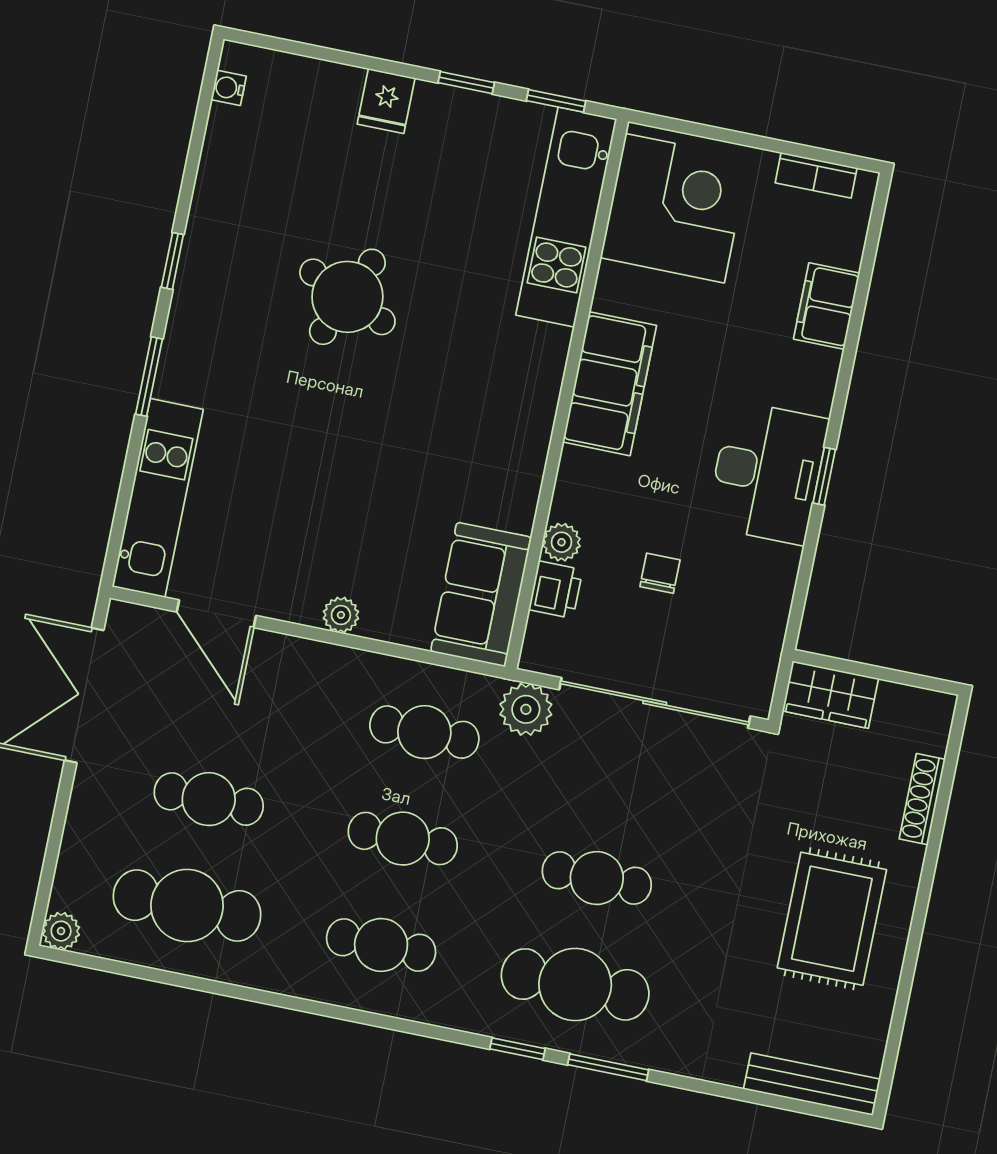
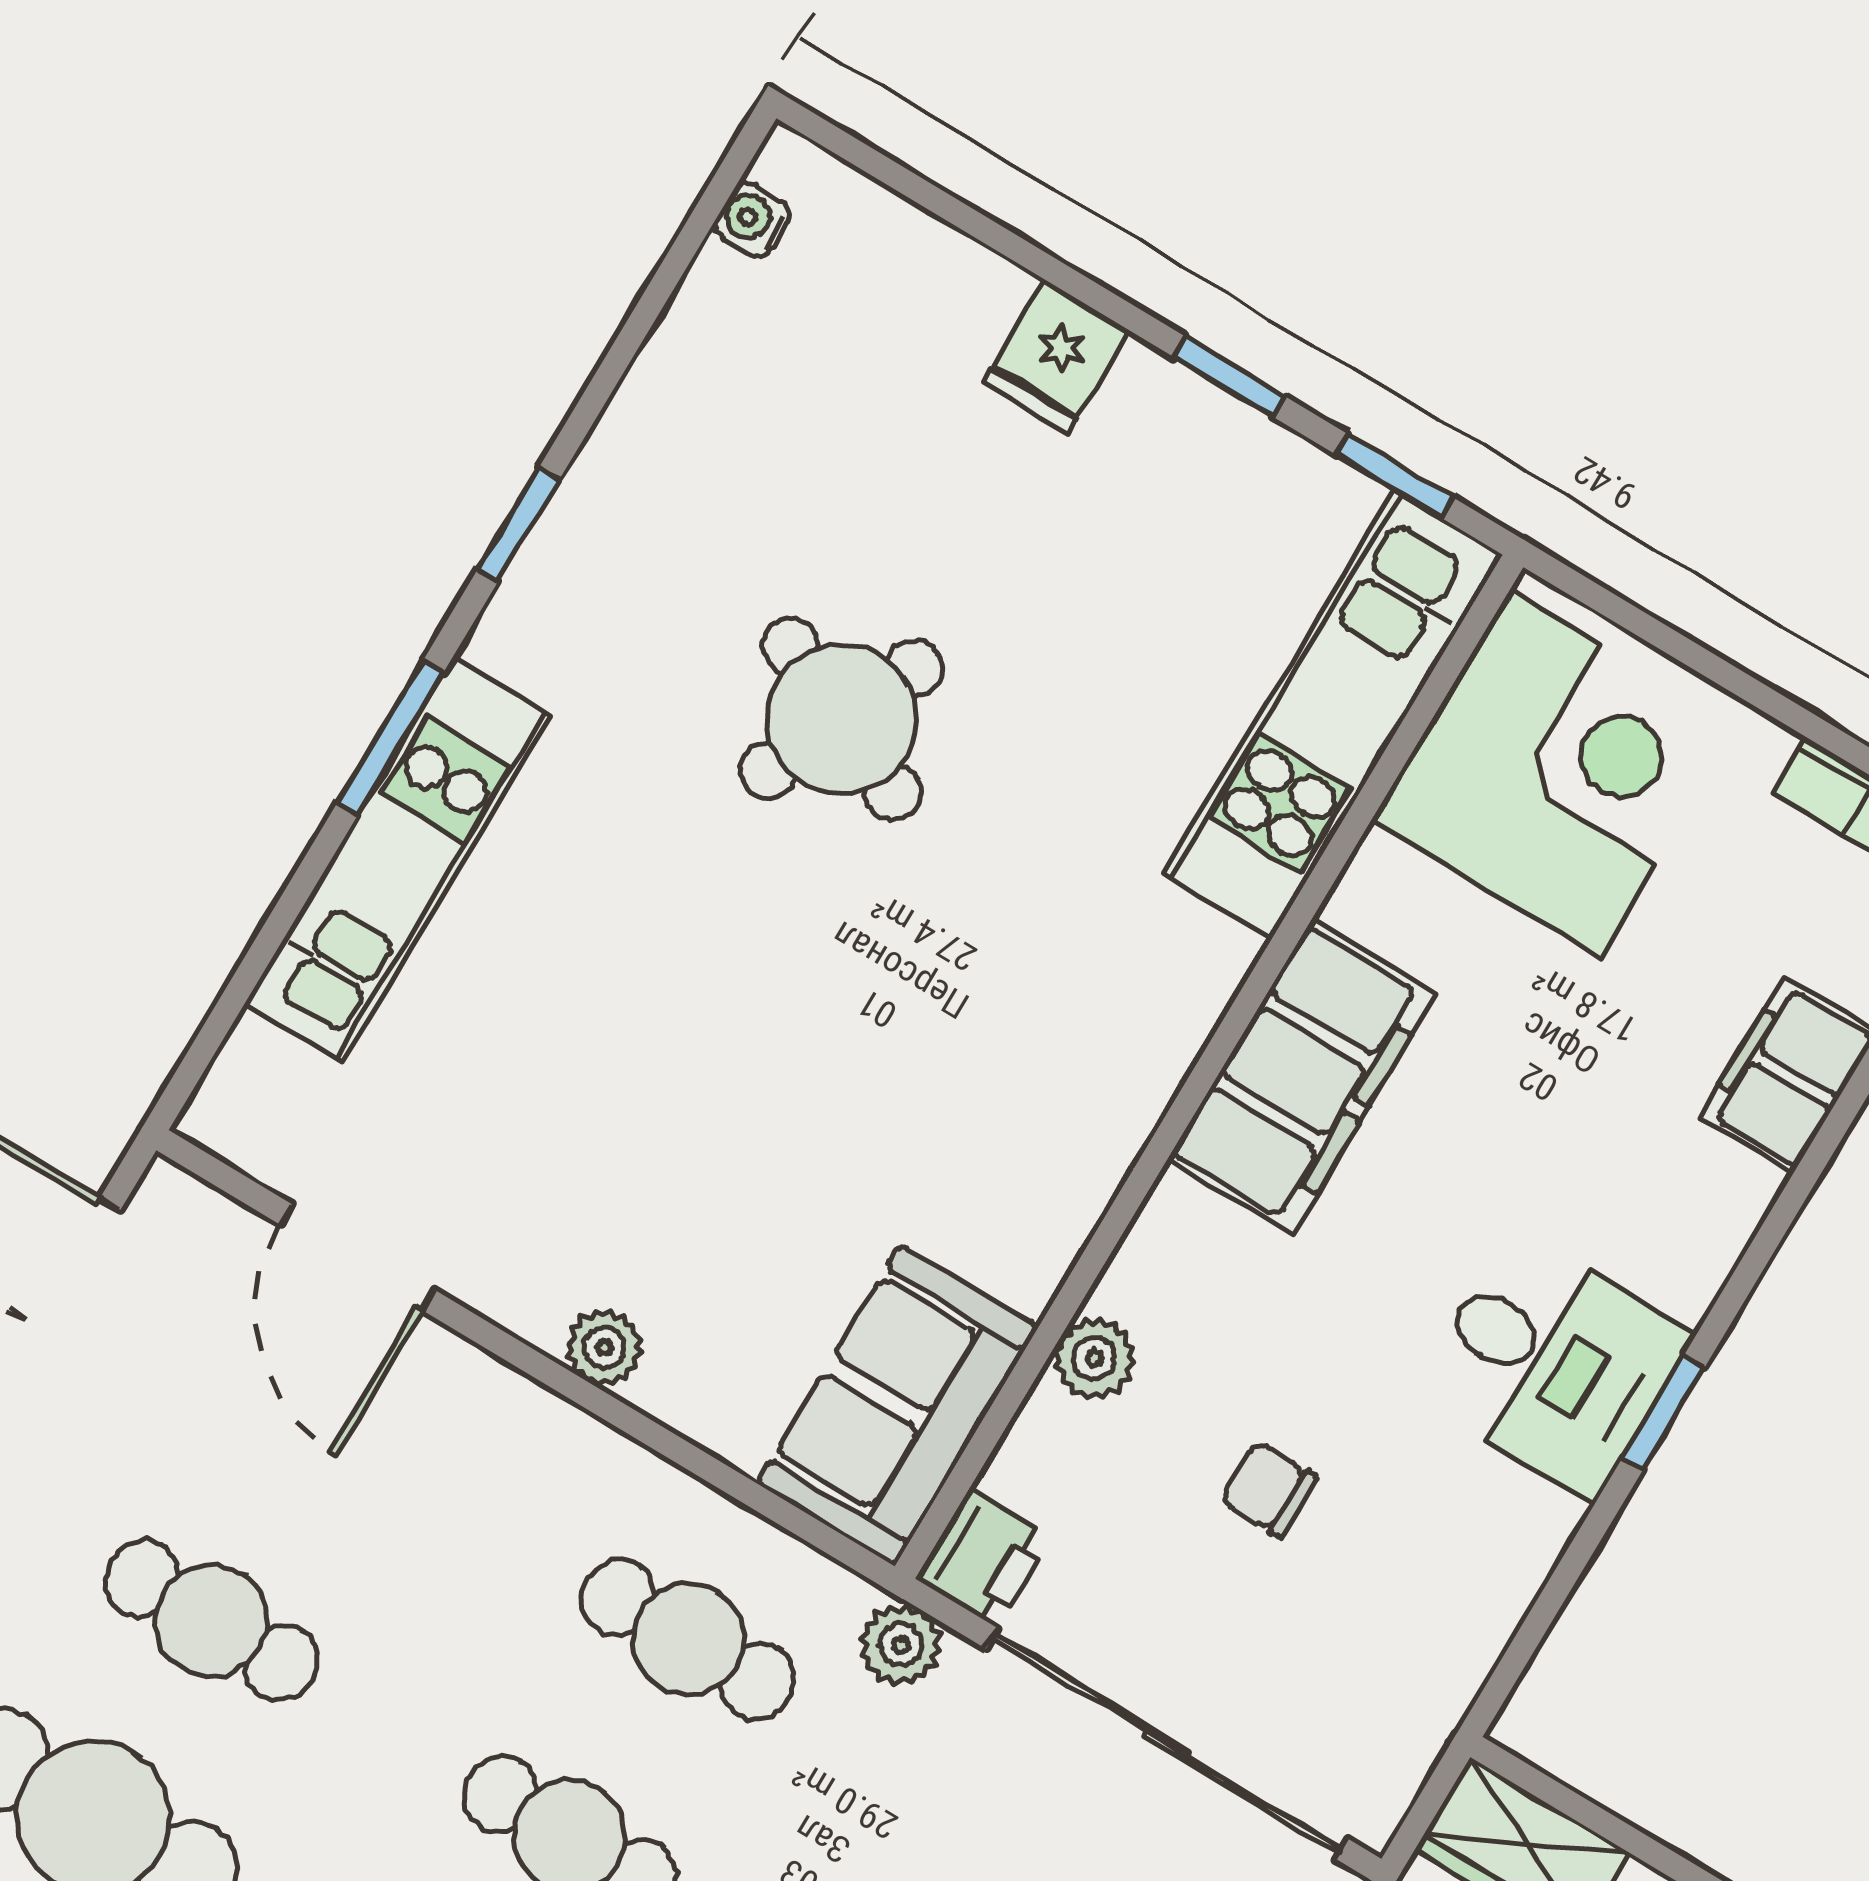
desk: (767, 473) -> (1553, 1365), width x0.73
kitchen unit: (158, 498) -> (398, 859), moved
chair: (660, 573) -> (1269, 1489), turned -90
printer: (556, 590) -> (983, 1558), moved
plant: (526, 709) -> (901, 1645), width x0.73, depth x0.73

